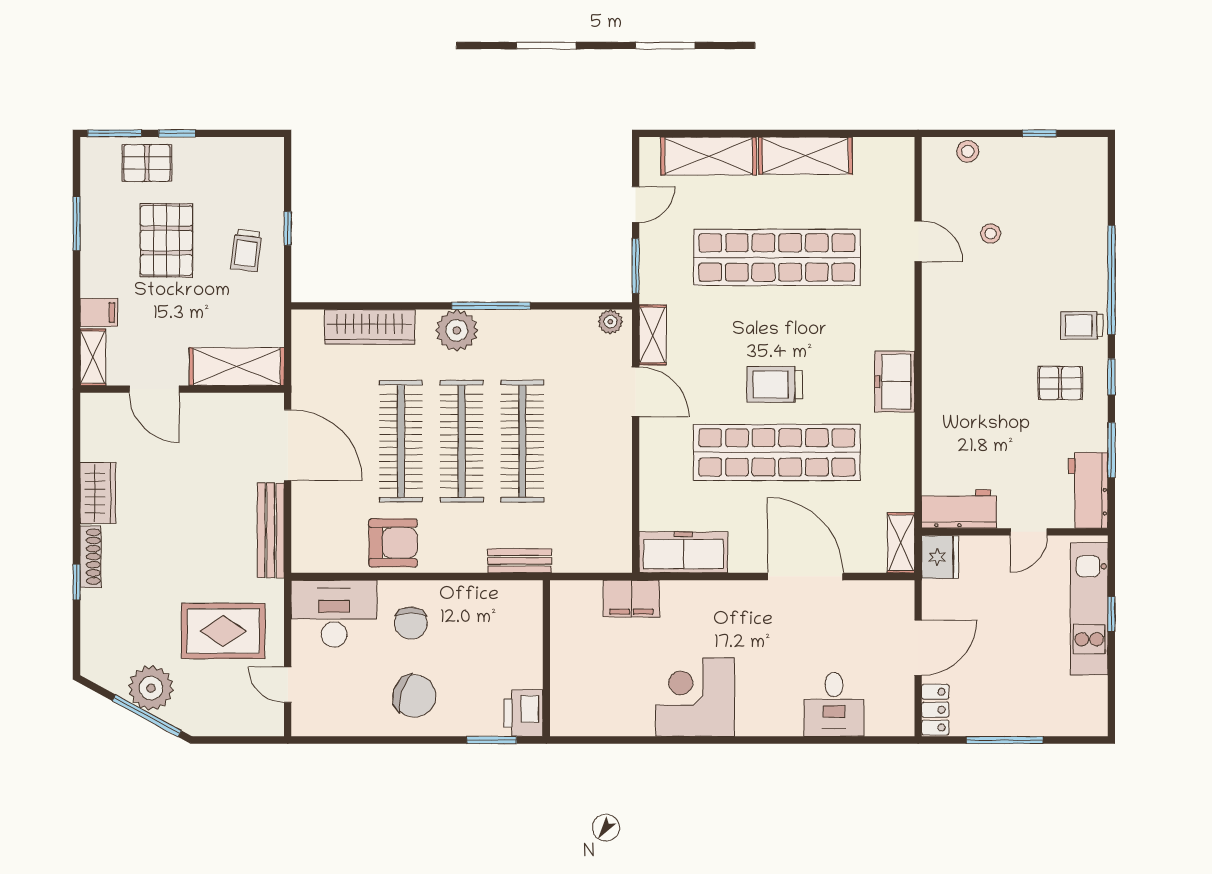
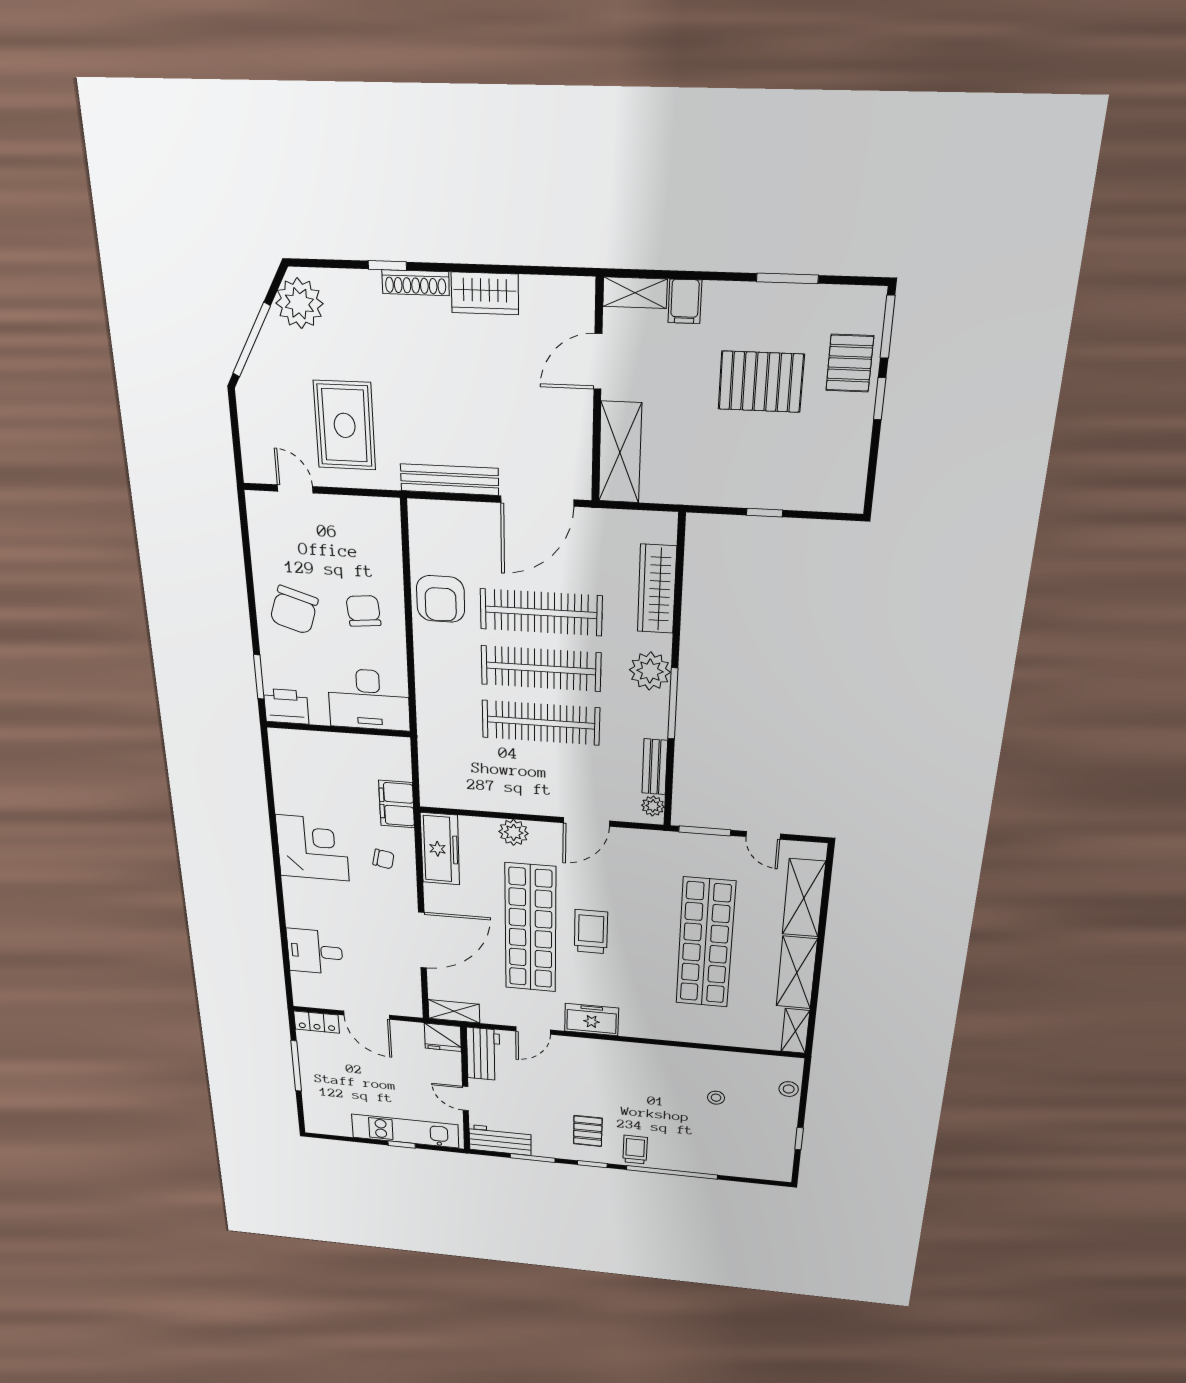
door: (918, 241) -> (533, 1031), moved
trolley: (246, 250) -> (744, 468), removed
shelving: (653, 335) -> (795, 1031), moved, turned 90
plant: (655, 471) -> (514, 832), added
bench: (520, 561) -> (655, 767), moved
desk: (334, 614) -> (369, 700), moved, turned 90
chair: (702, 617) -> (383, 859), added
chair: (411, 623) -> (363, 611), turned 85
door: (288, 685) -> (295, 489), hinge flipped
plant: (151, 688) -> (299, 303), moved

